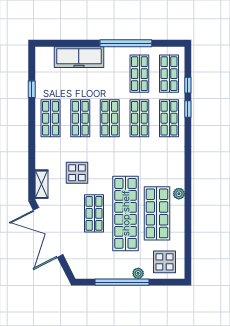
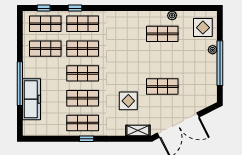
window: (126, 43) -> (20, 84), moved
window: (188, 85) -> (44, 8), moved
window: (32, 89) -> (87, 139), moved
plant: (179, 194) -> (172, 15), moved
shop shelf: (126, 213) -> (162, 60), removed
shop shelf: (157, 213) -> (162, 34), width x0.70, depth x0.74

